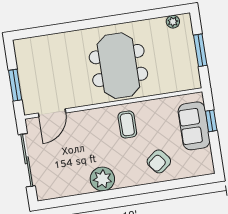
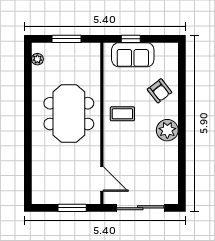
meeting table: (118, 66) -> (69, 114), turned 90
plant: (102, 179) -> (167, 130), moved

